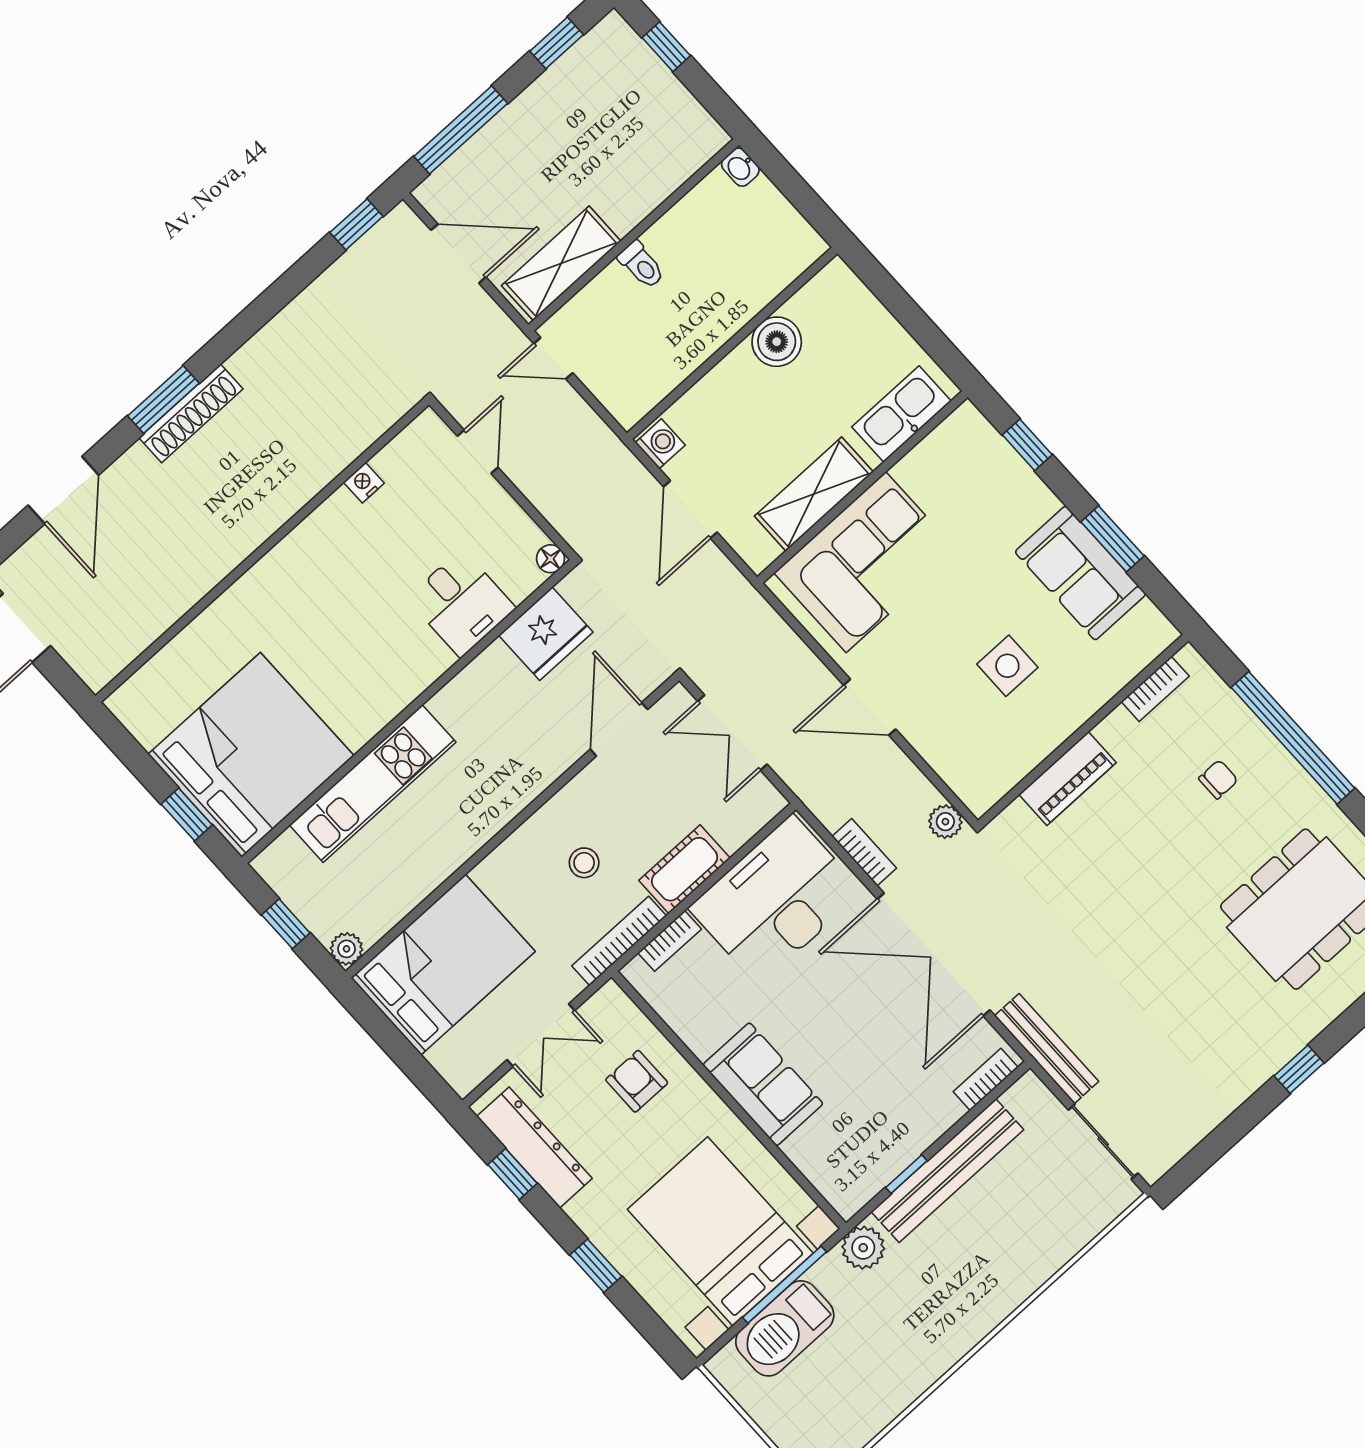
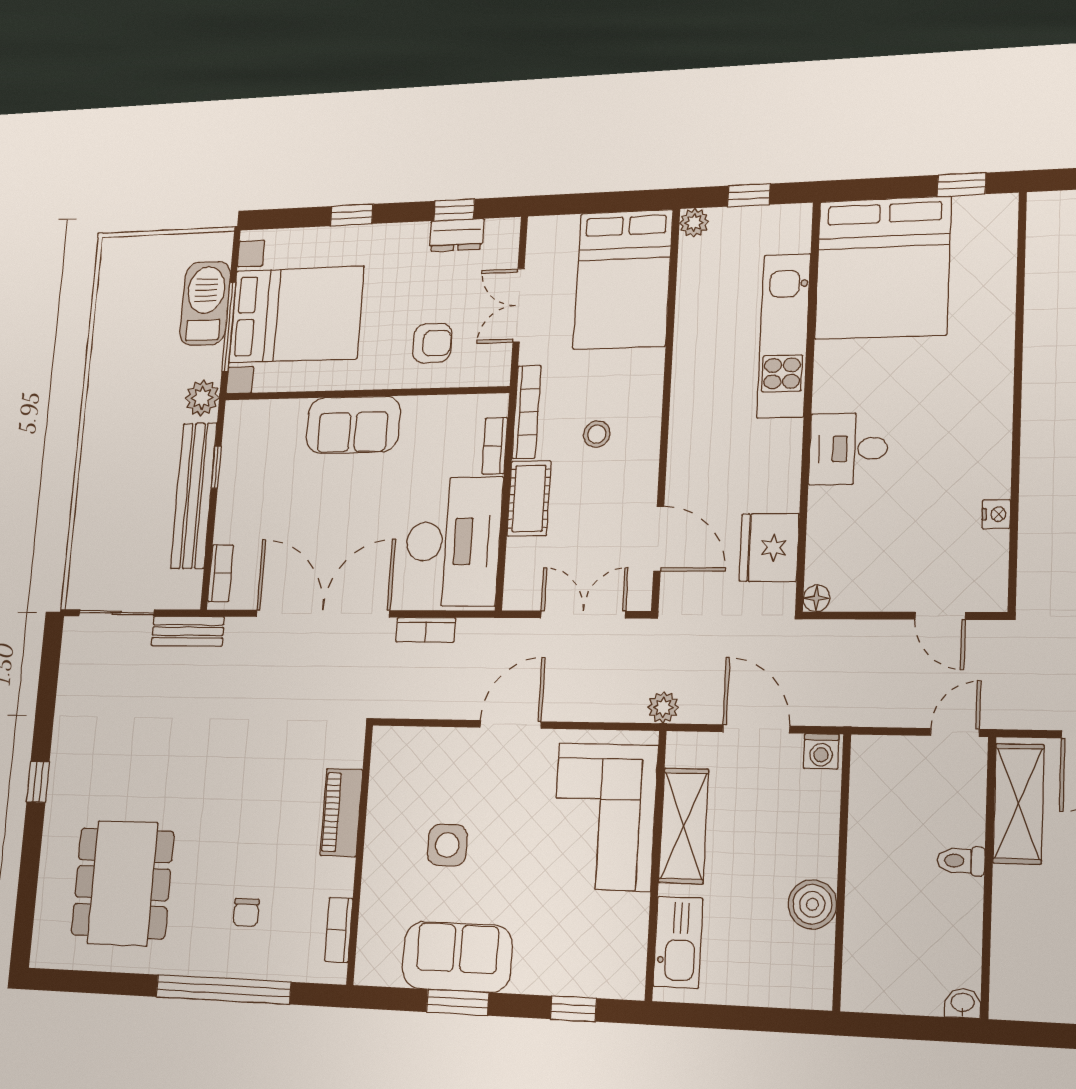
desk: (461, 603) -> (848, 449), moved
window: (187, 815) -> (961, 185), moved
plant: (945, 822) -> (663, 707), moved
bench: (1047, 1049) -> (188, 631), width x0.73
dresser: (534, 1147) -> (457, 235), width x0.51, depth x0.80

